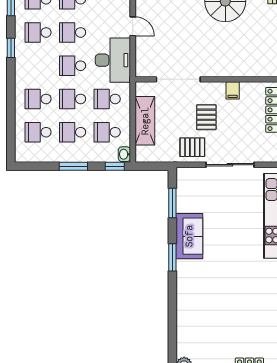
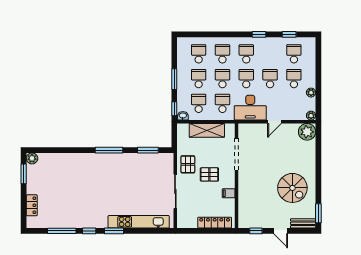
school desk: (38, 32) -> (246, 54), moved
sofa: (189, 236) -> (124, 162), removed
window: (172, 257) -> (109, 150), width x1.44

